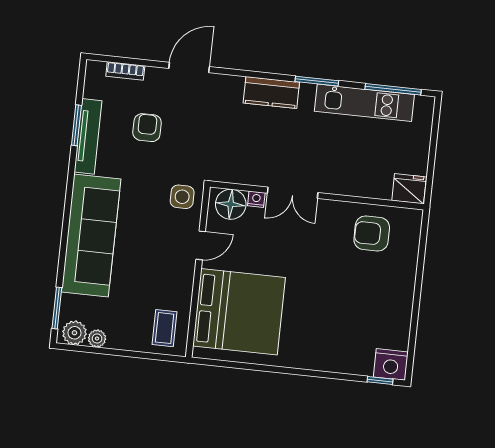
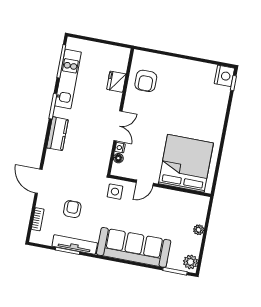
armchair: (147, 128) -> (72, 209), turned 90
fridge: (409, 189) -> (116, 82), moved
floor lamp: (231, 204) -> (118, 158), width x0.53, depth x0.53
door: (201, 245) -> (145, 183), swing flipped
coffee table: (165, 328) -> (192, 208), removed
plant: (97, 338) -> (199, 230), moved

